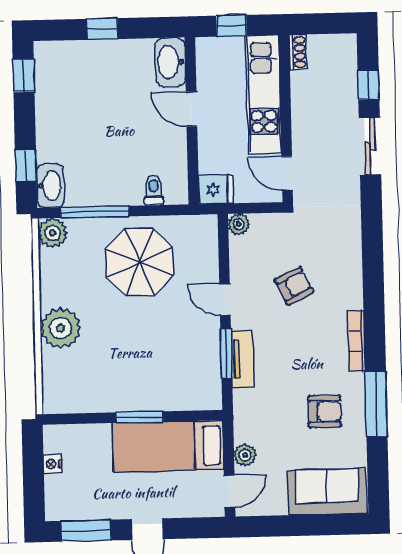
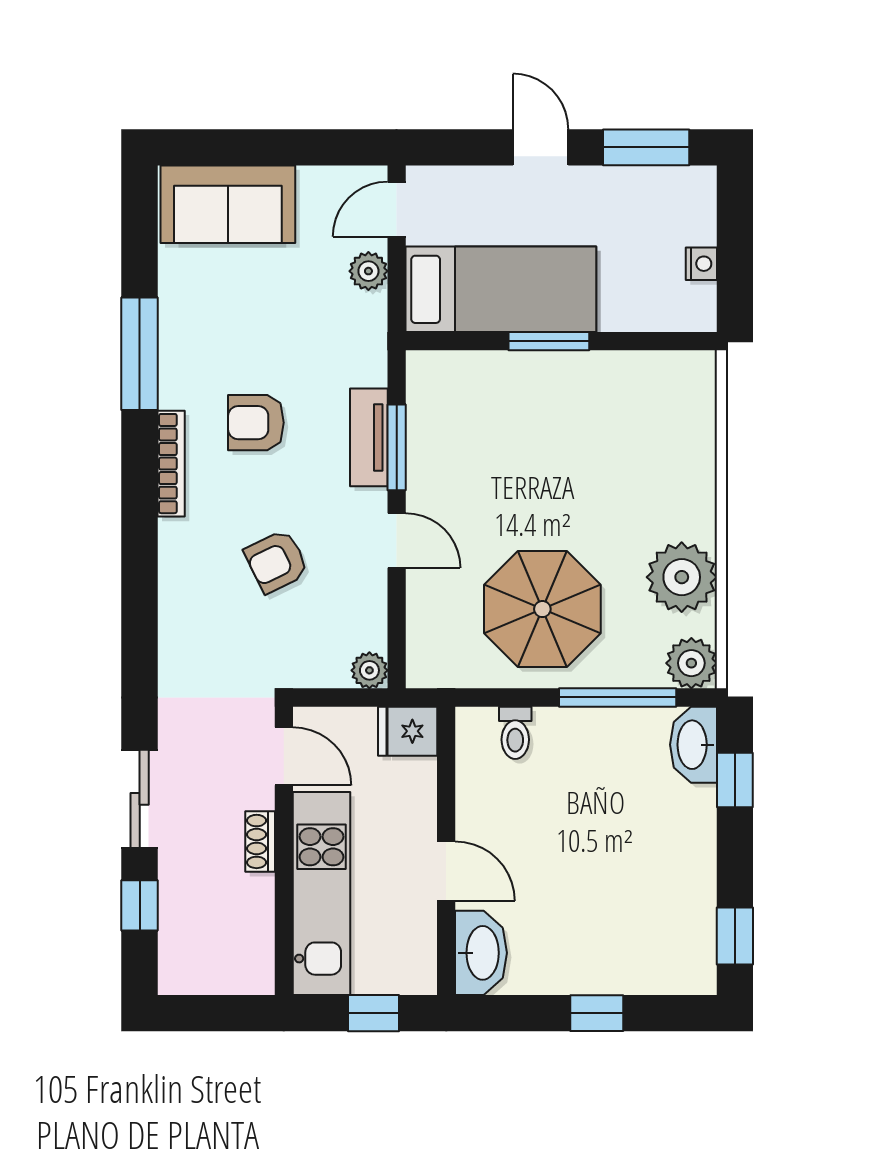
shoe rack: (298, 52) -> (260, 841), moved
plant: (60, 328) -> (682, 577), moved
armchair: (325, 412) -> (256, 423), moved

